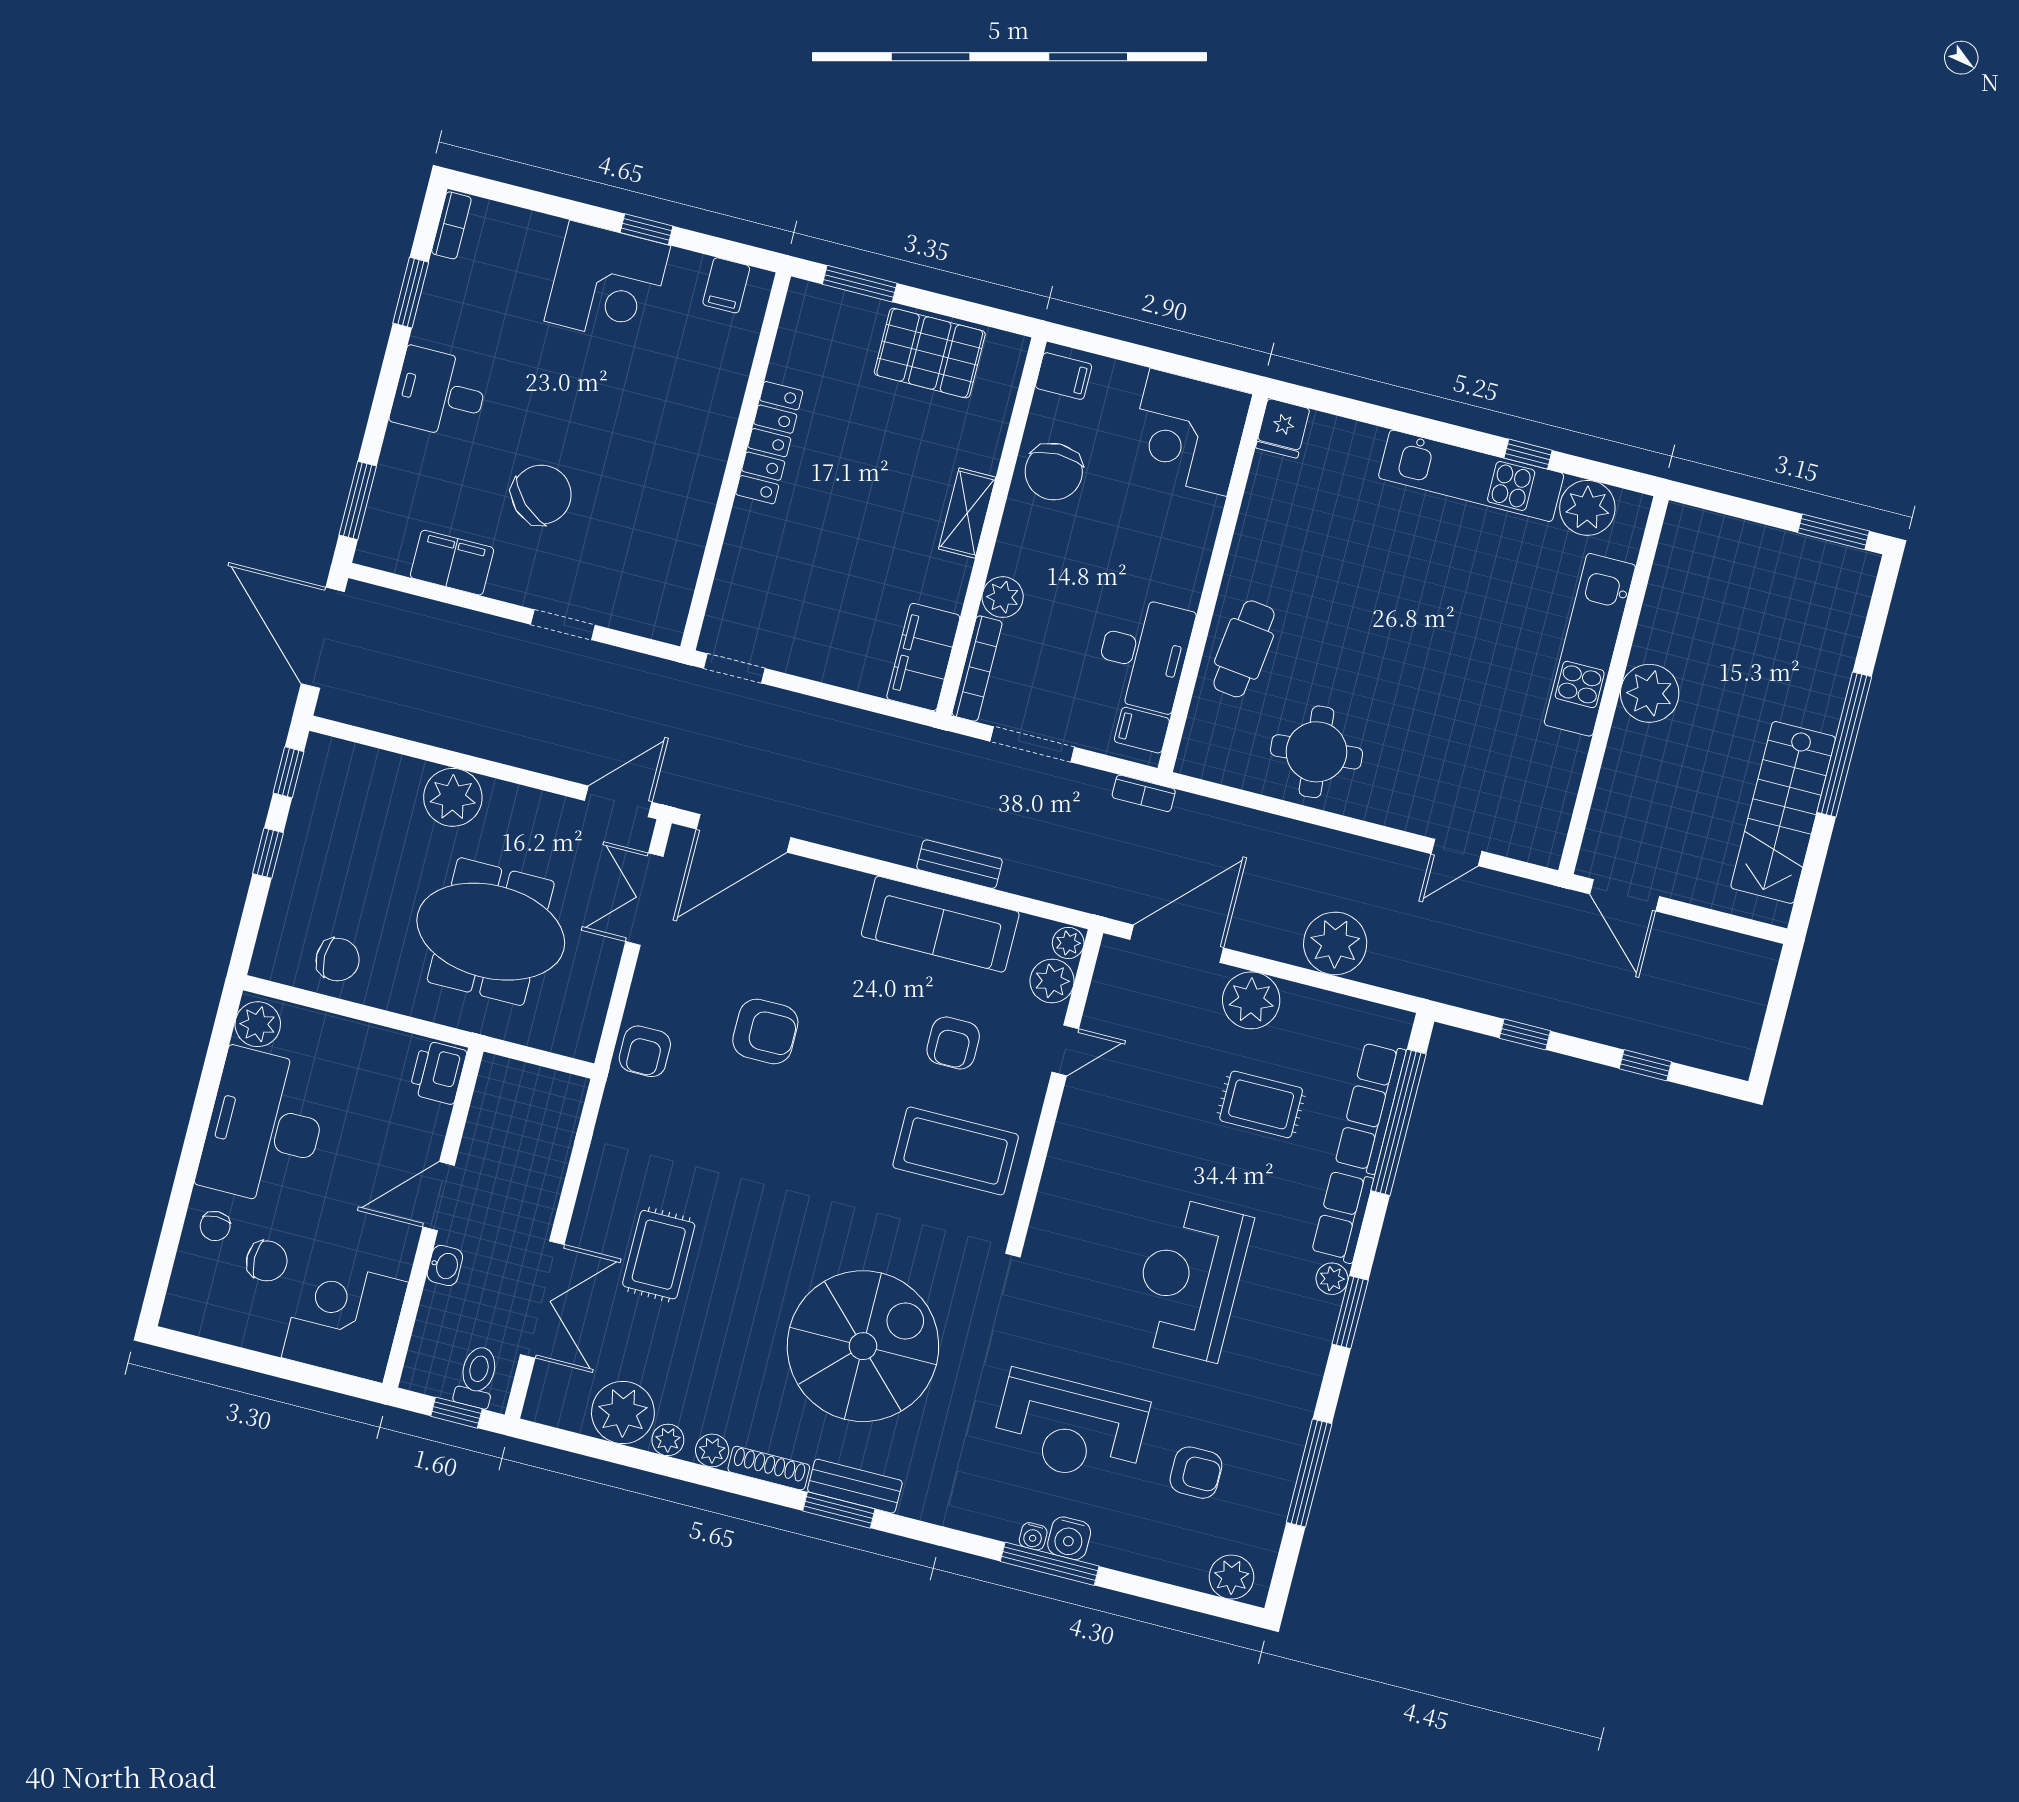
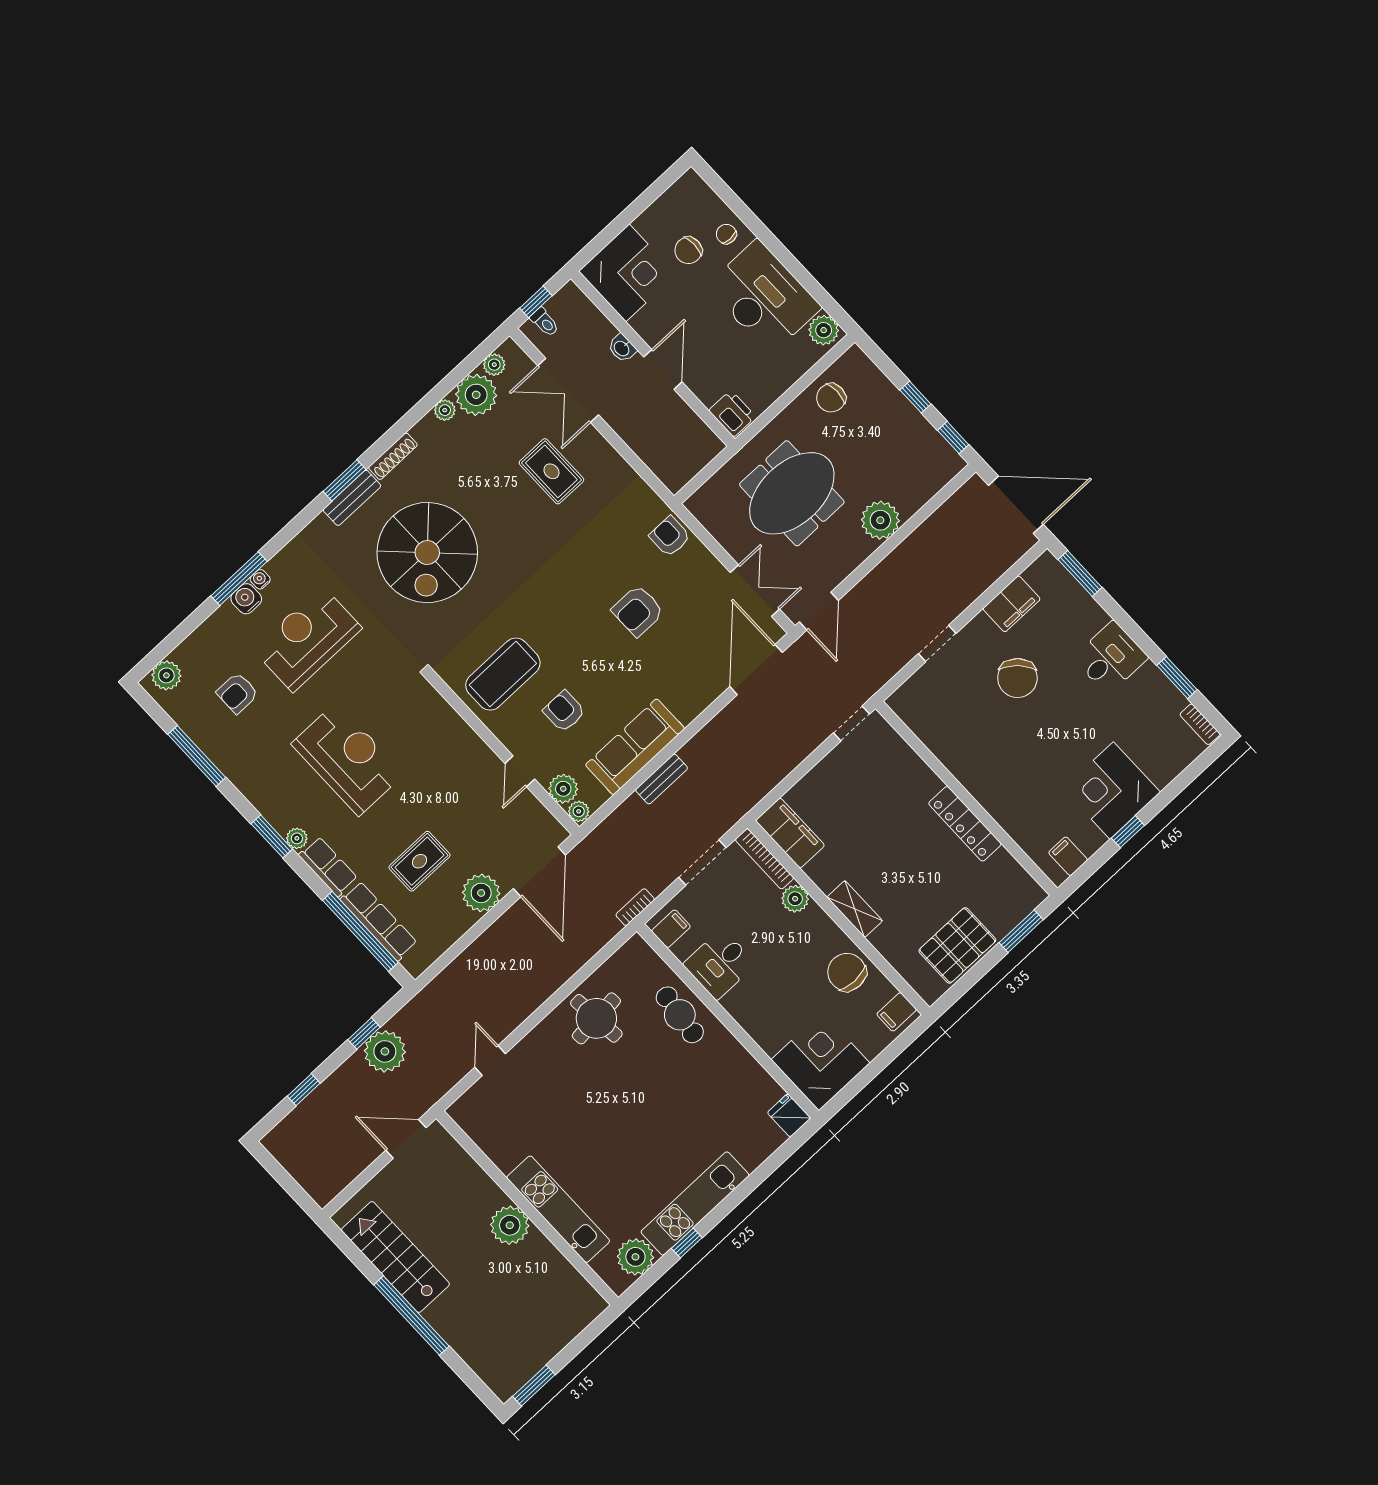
desk: (1144, 654) -> (719, 964), width x0.73
plant: (1335, 943) -> (385, 1051), moved
toilet: (477, 1377) -> (545, 322), width x0.73, depth x0.72
plant: (712, 1450) -> (494, 365), moved

